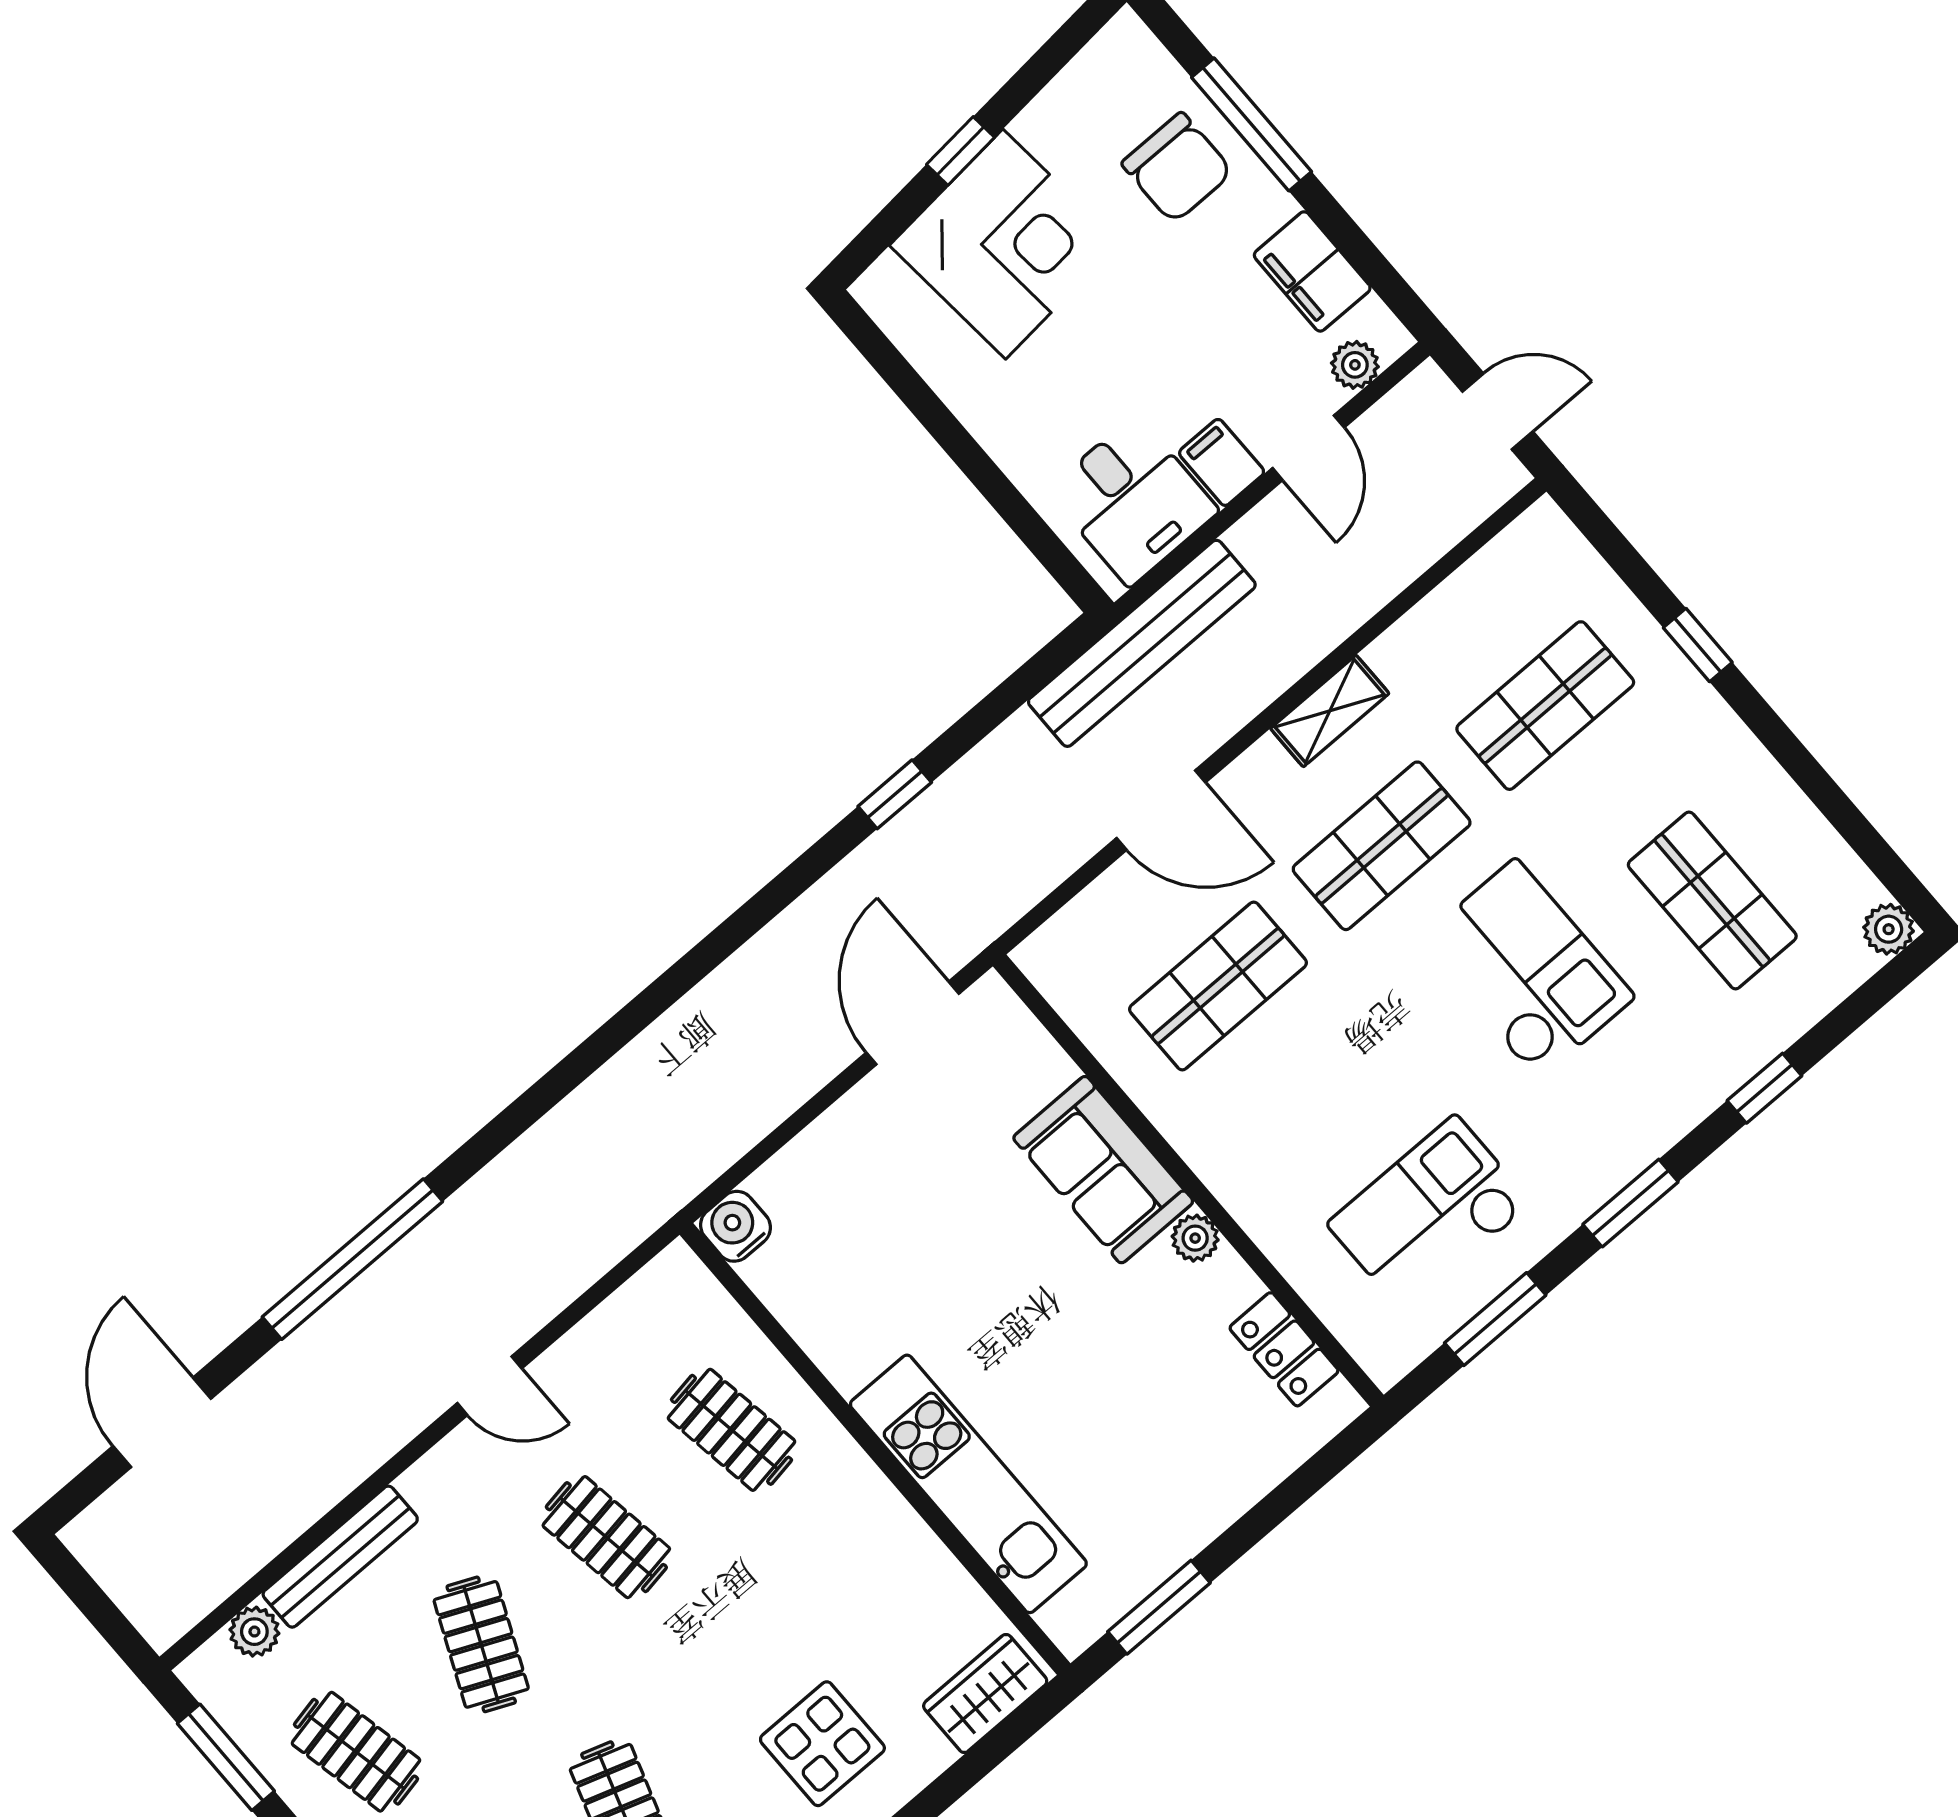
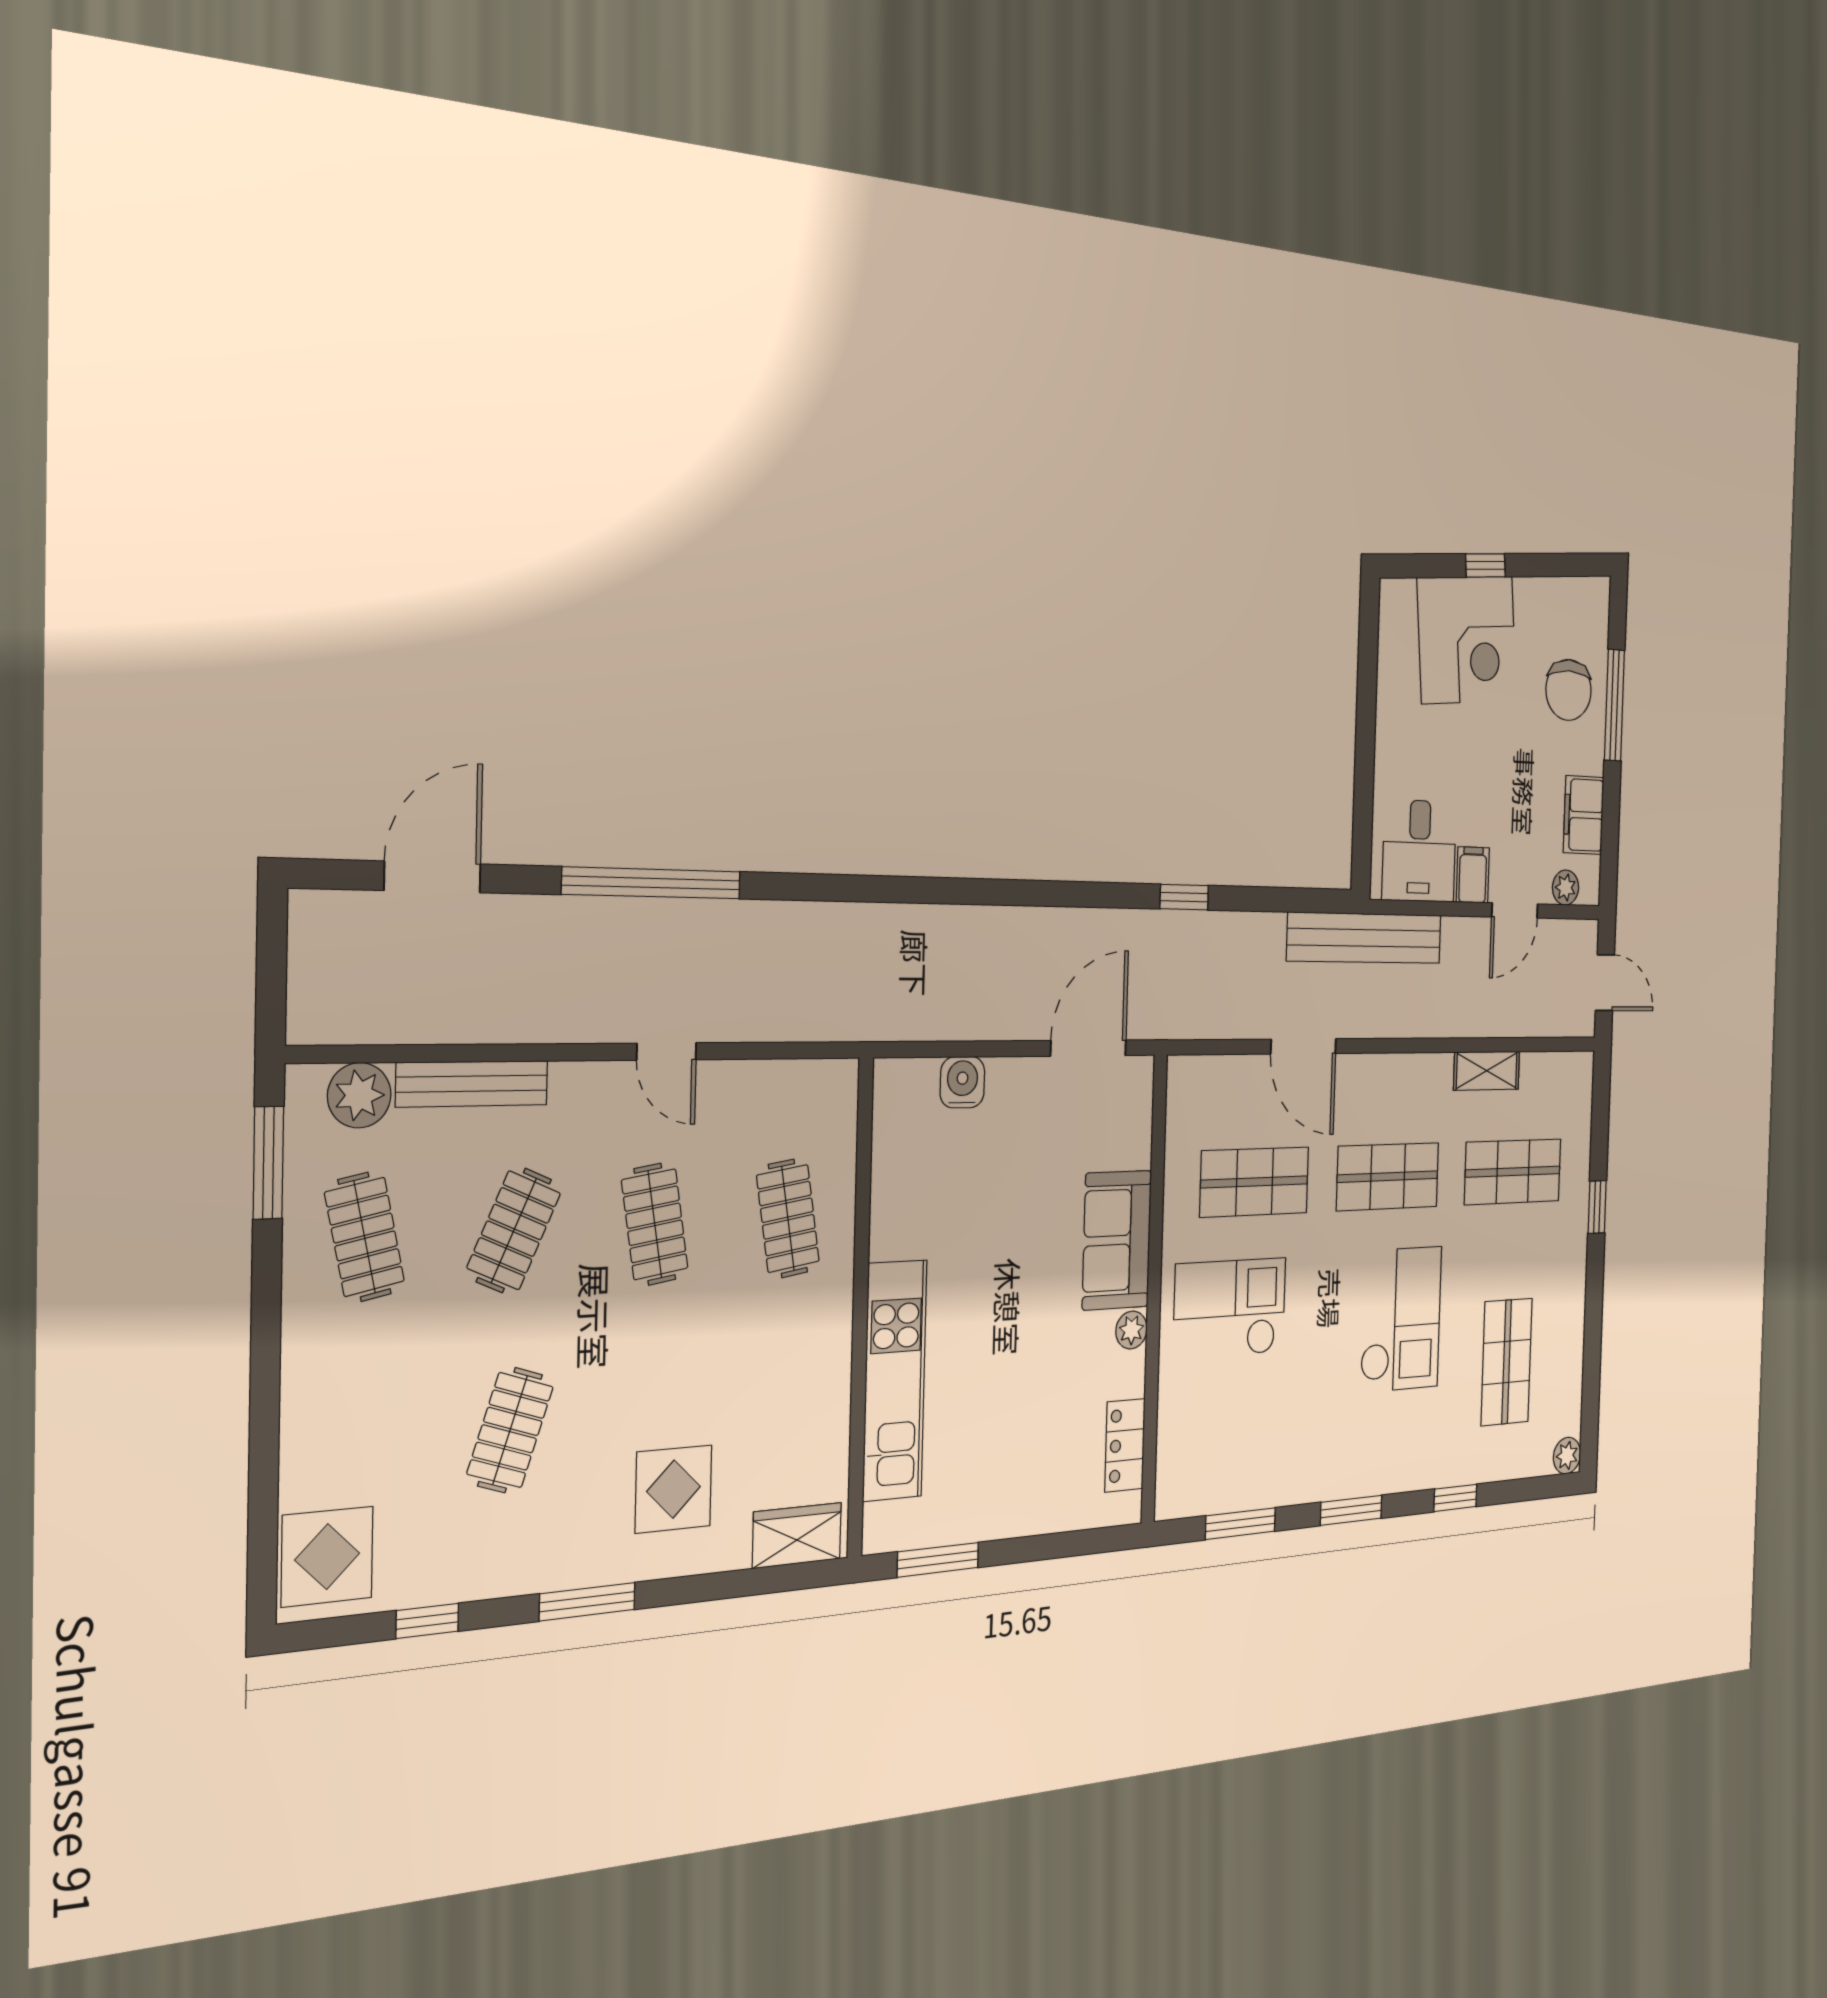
shelving: (1330, 711) -> (1487, 1071), moved
checkout: (1429, 1214) -> (1230, 1308), moved
water cooler: (735, 1226) -> (962, 1082), moved
plant: (254, 1632) -> (359, 1095), width x1.38, depth x1.38

